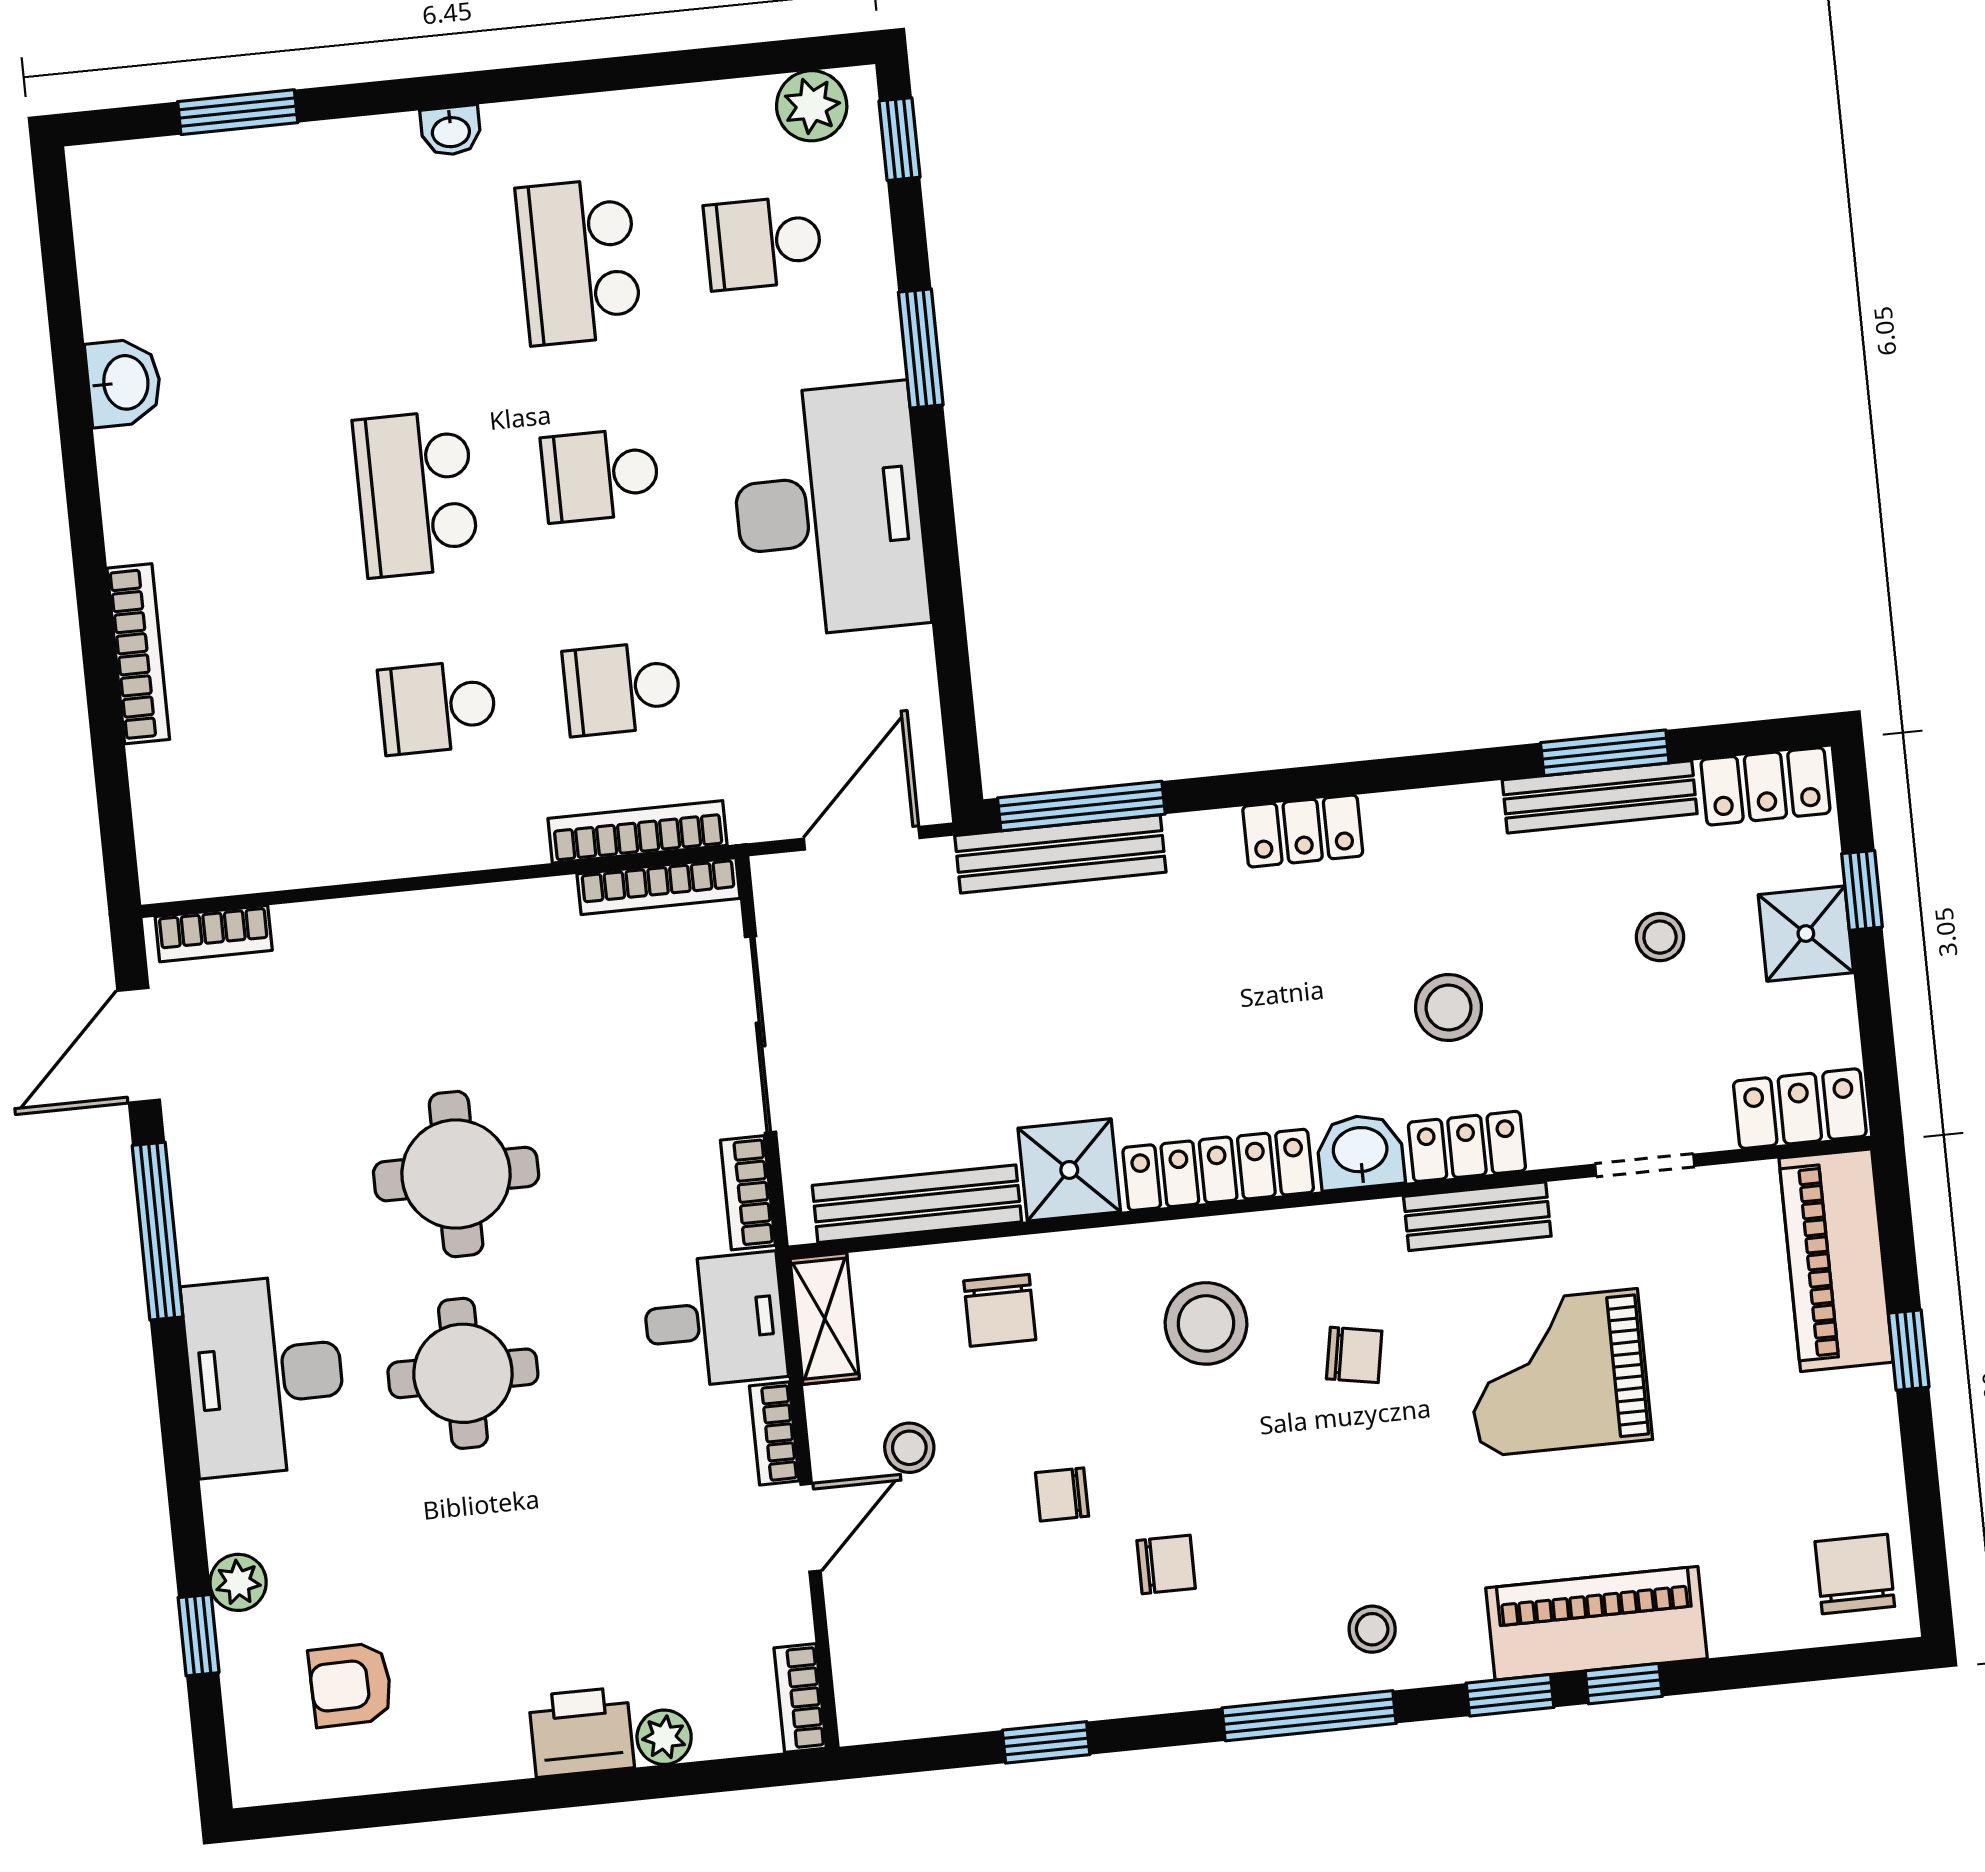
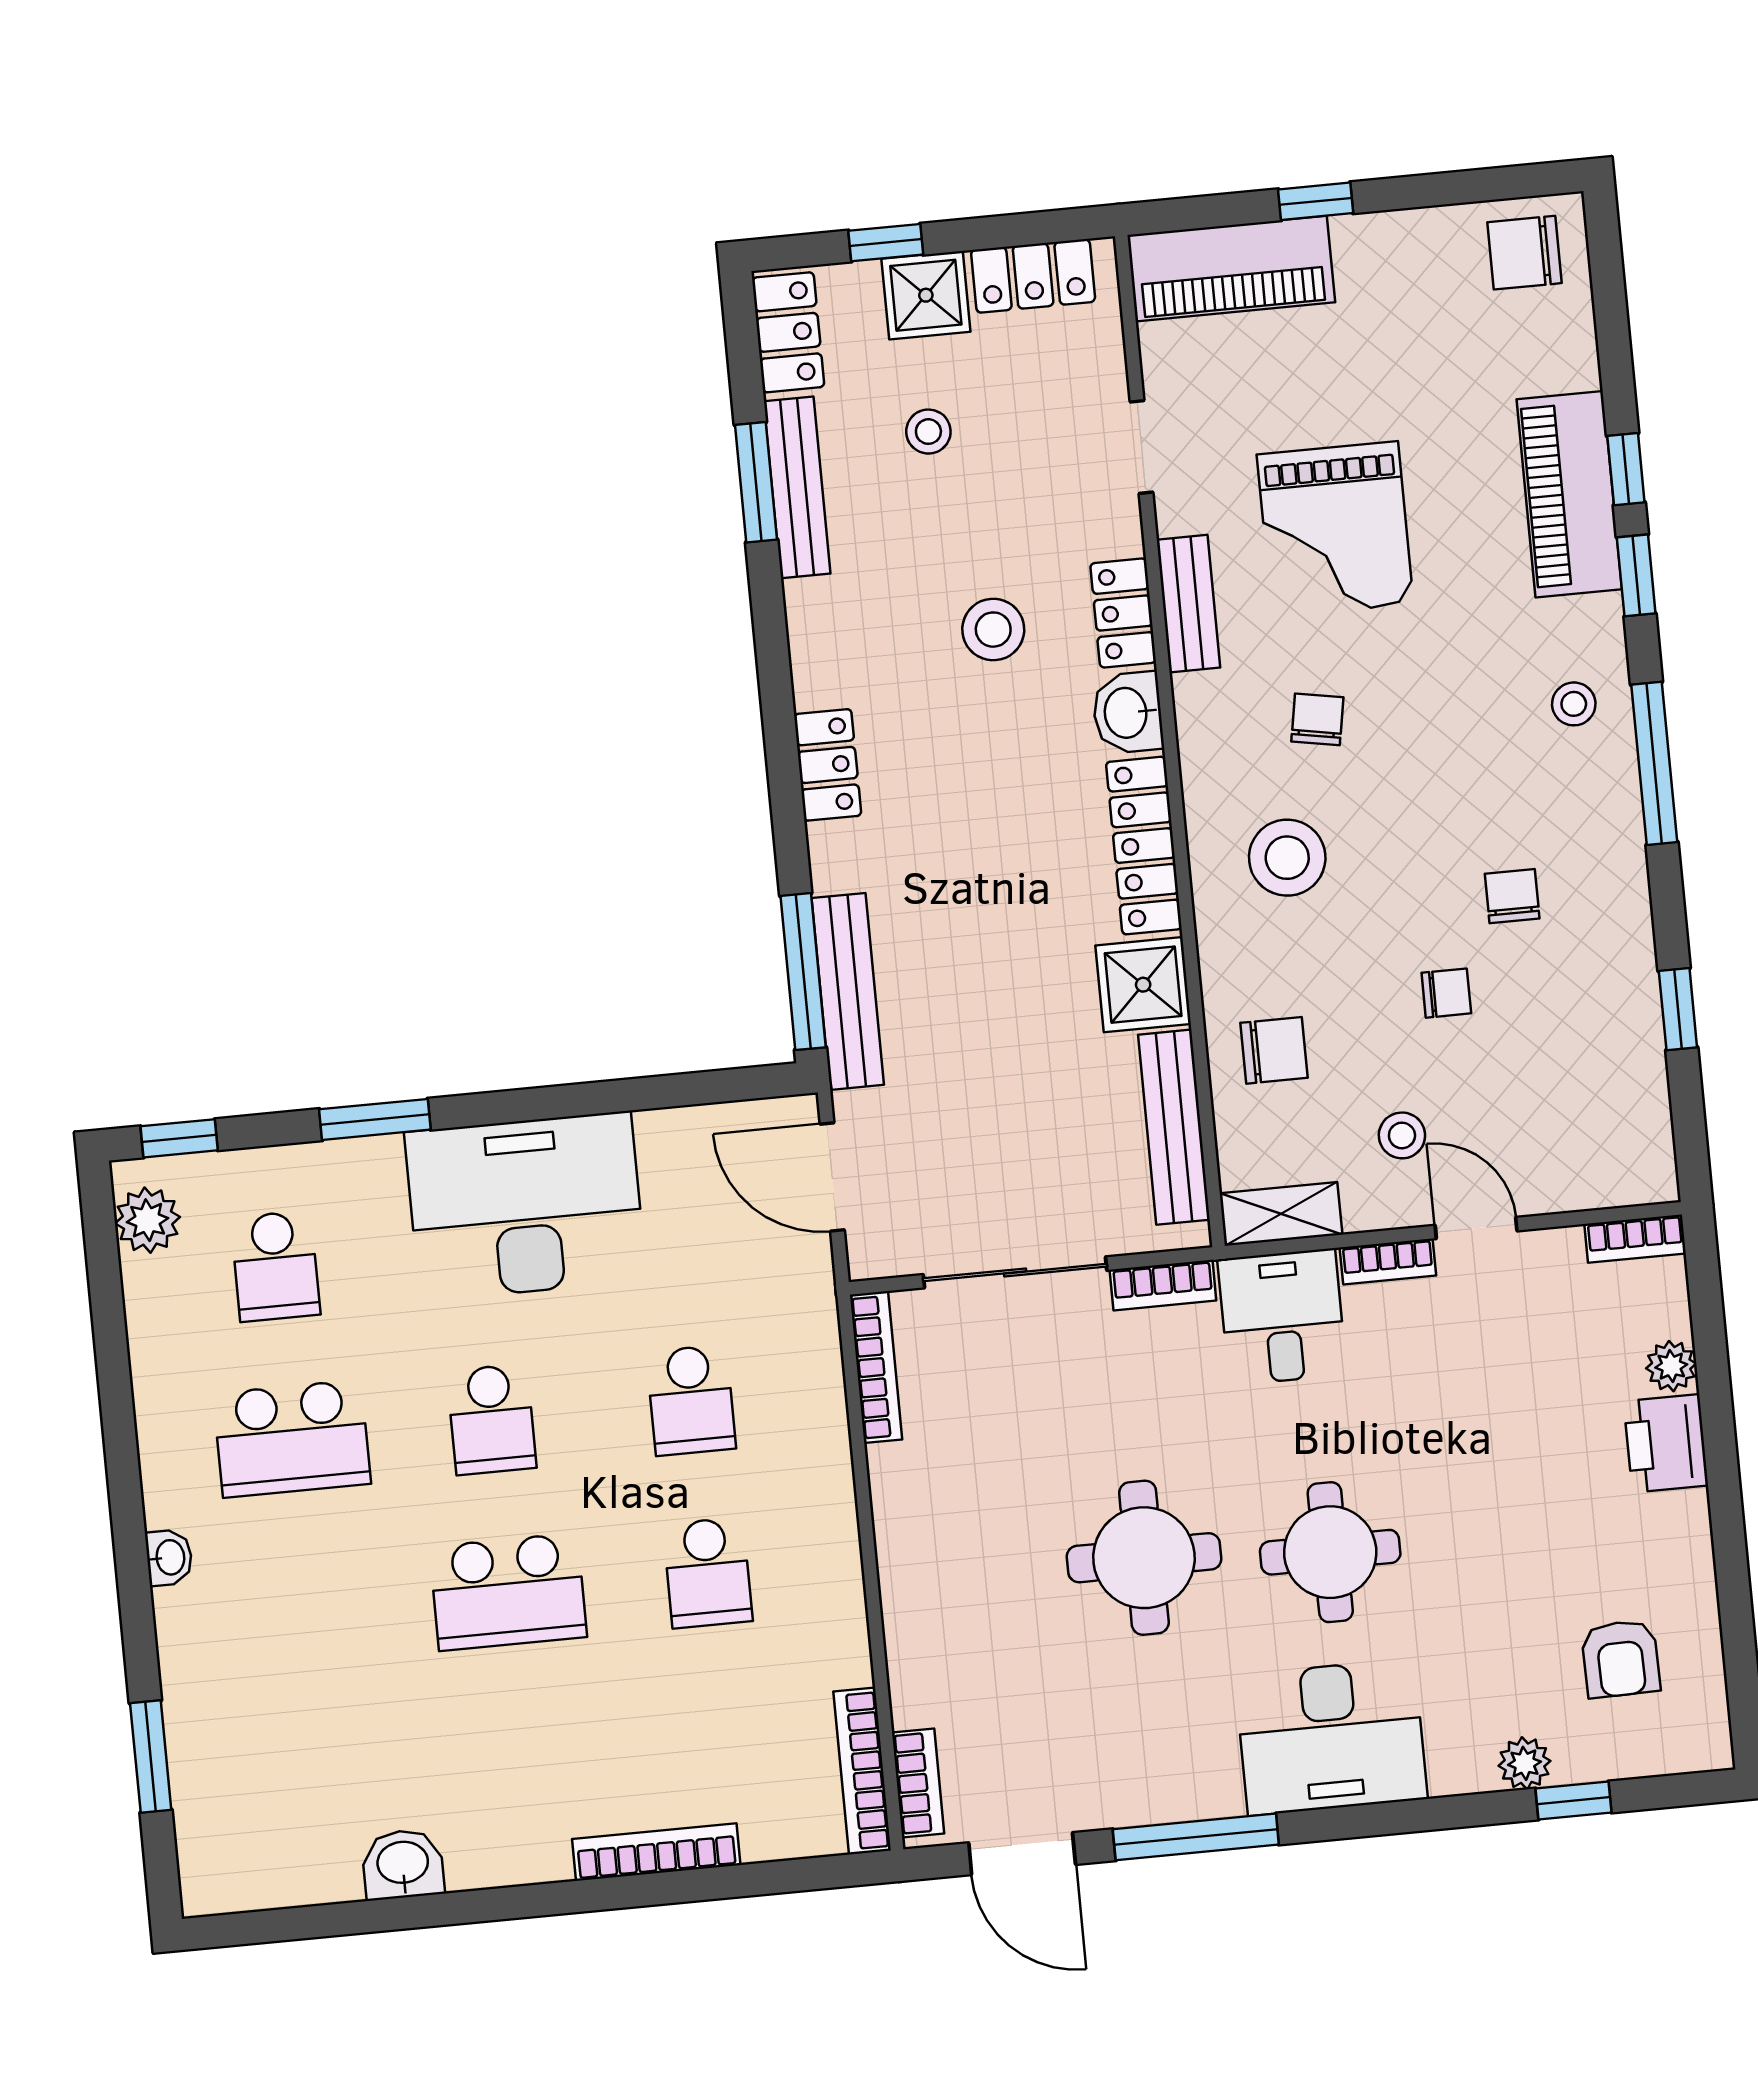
bookcase: (638, 832) -> (862, 1771), moved
locker: (1800, 1109) -> (1033, 276), moved, turned -90
chair: (1062, 1494) -> (1446, 993), turned -90

